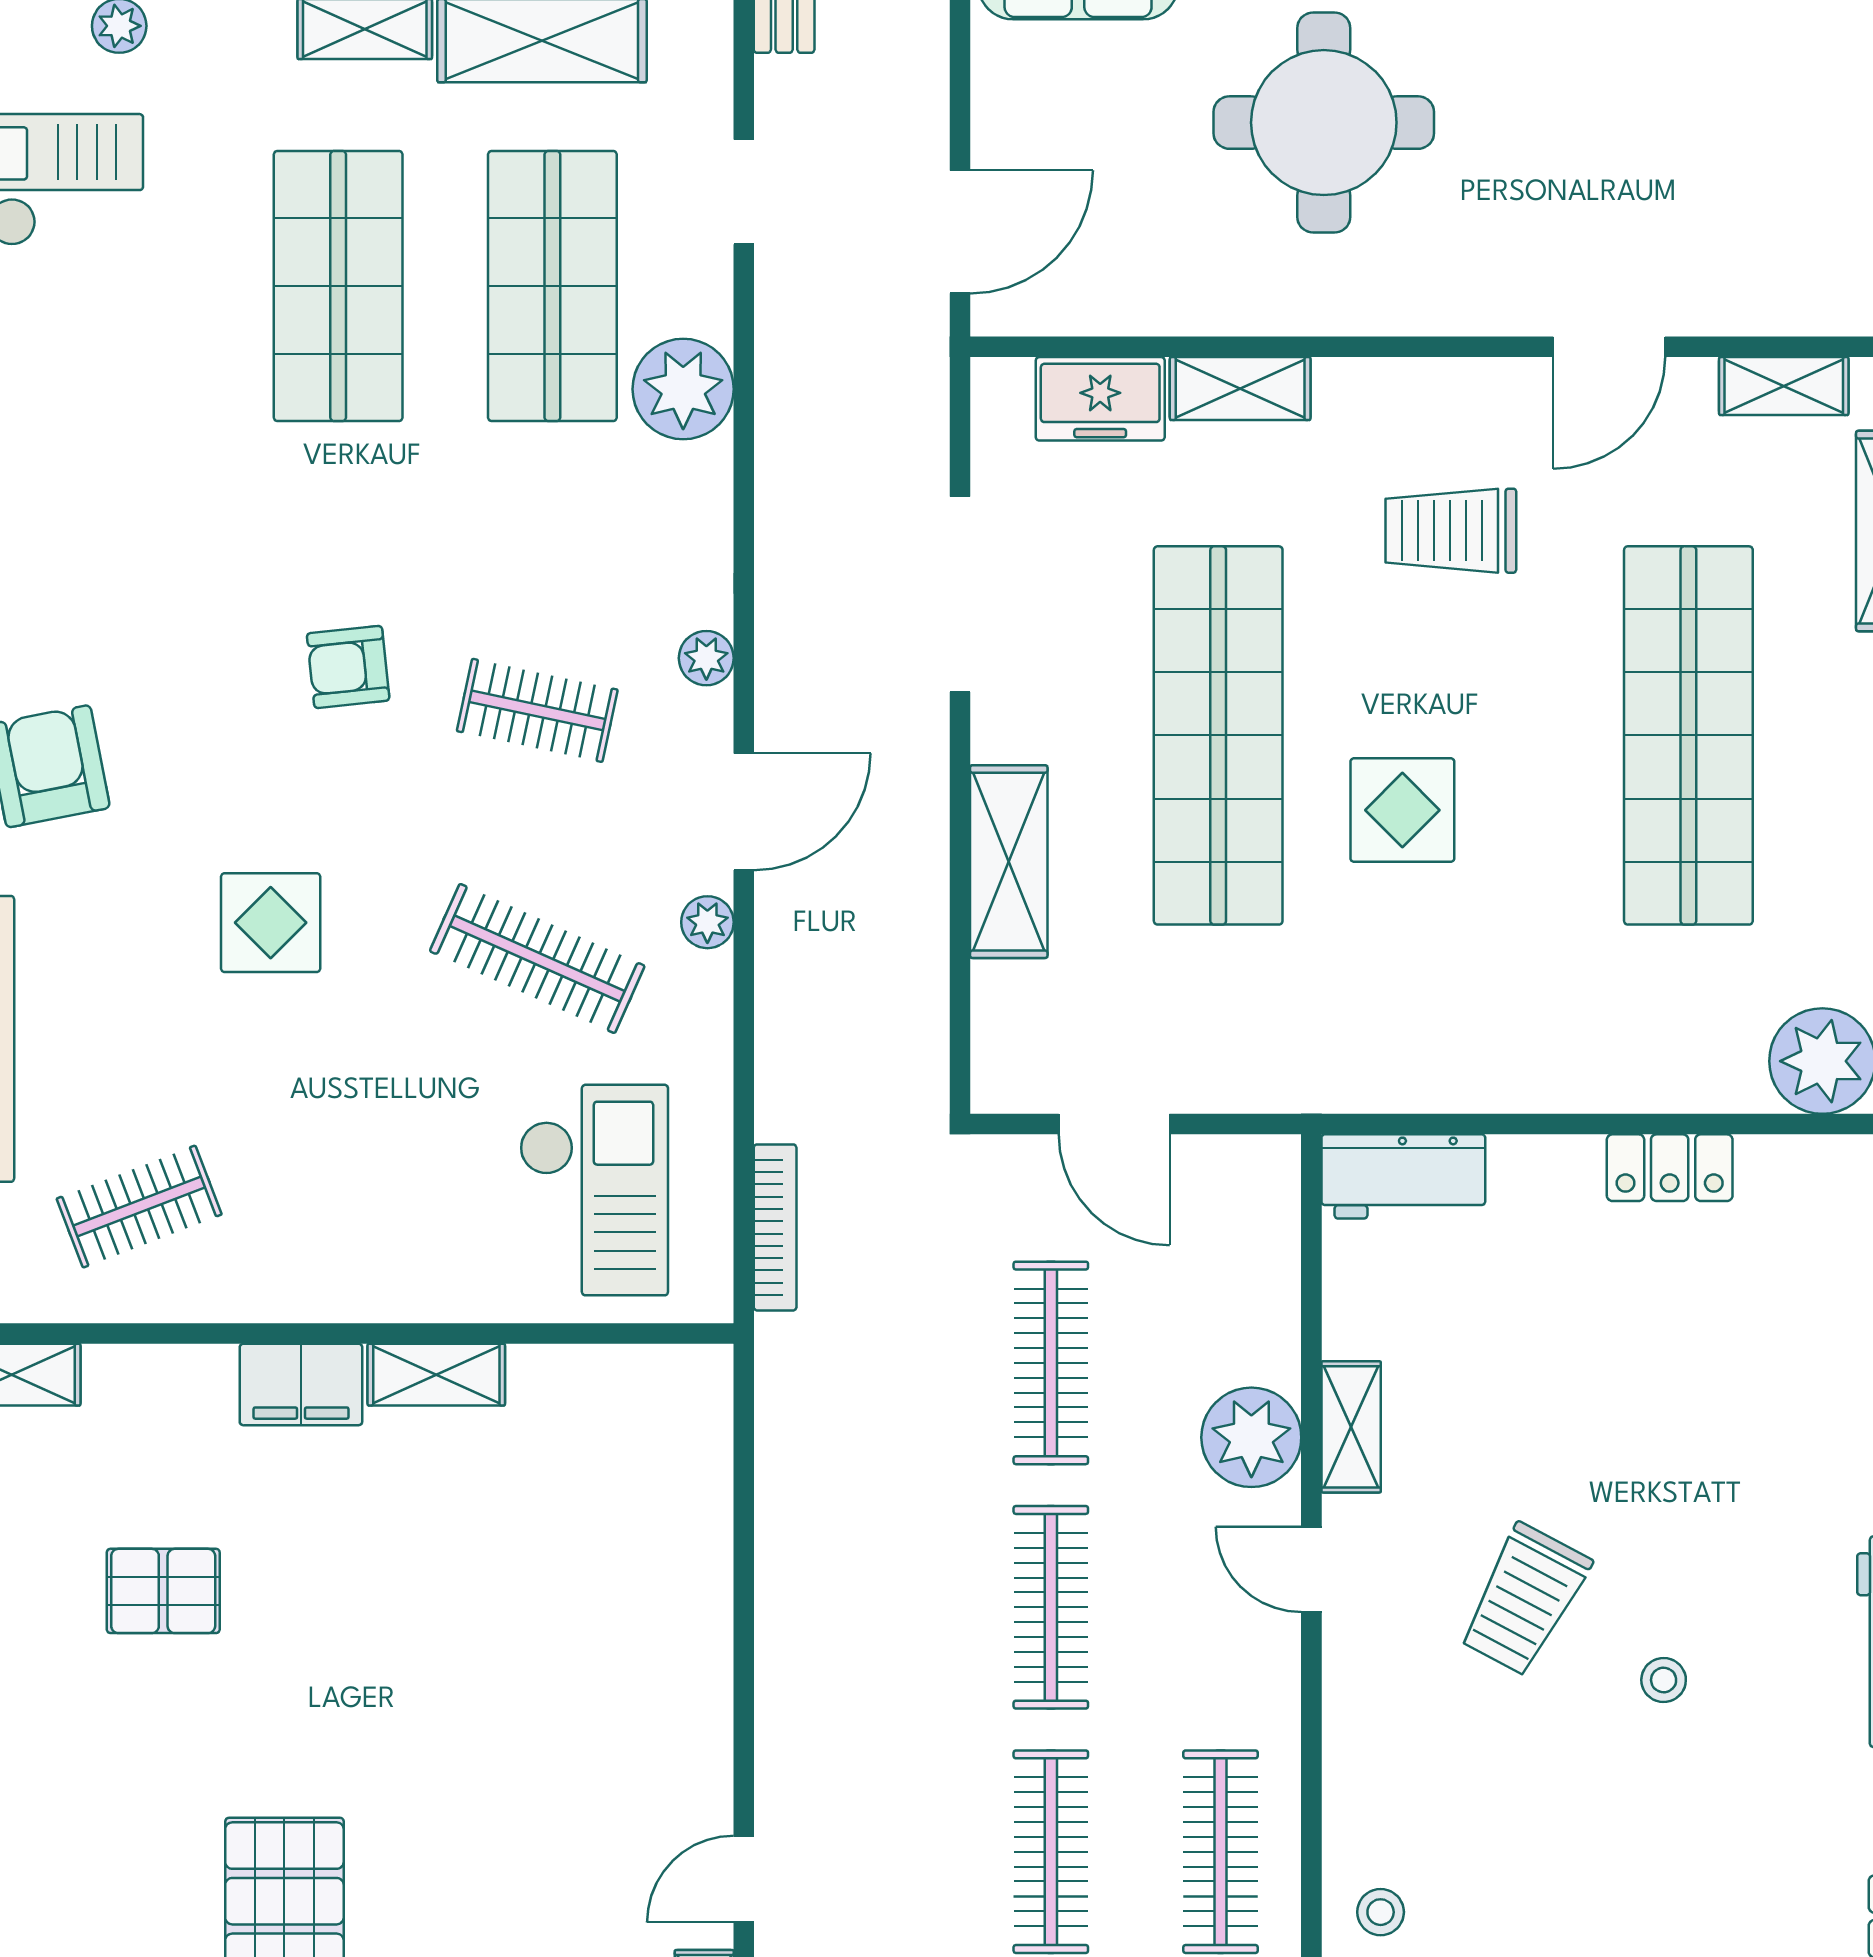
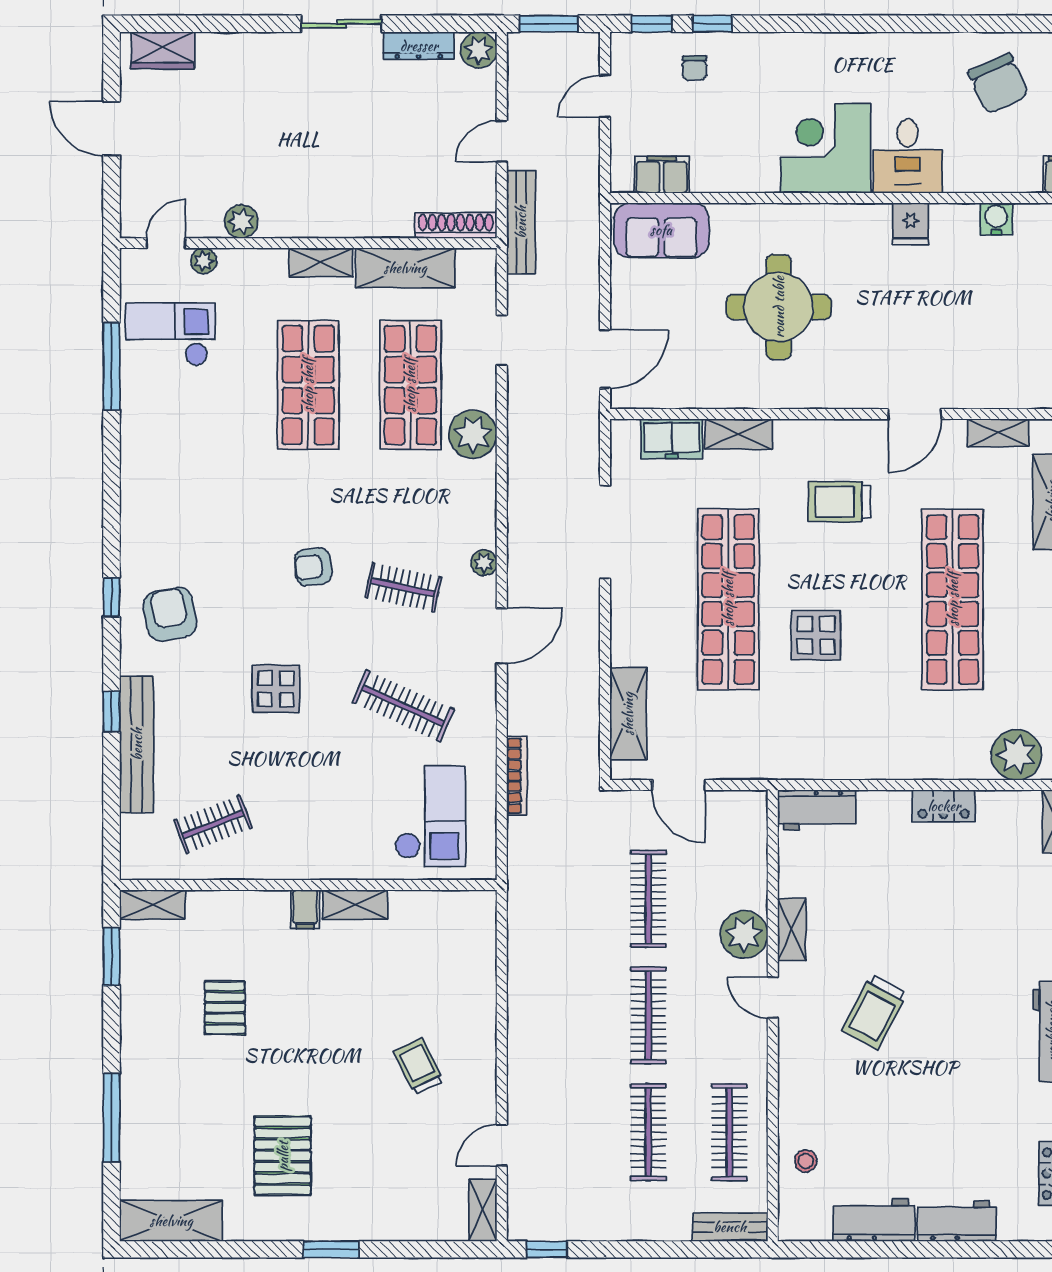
shelving: (1009, 862) -> (628, 714), moved
plant: (707, 922) -> (484, 689), removed
bookcase: (775, 1227) -> (517, 776), moved
filing cabinet: (301, 1384) -> (305, 909), width x0.50
pallet: (163, 1591) -> (225, 1008), turned 90
stool: (1664, 1680) -> (941, 1050), removed
trolley: (569, 1714) -> (418, 1066), added

